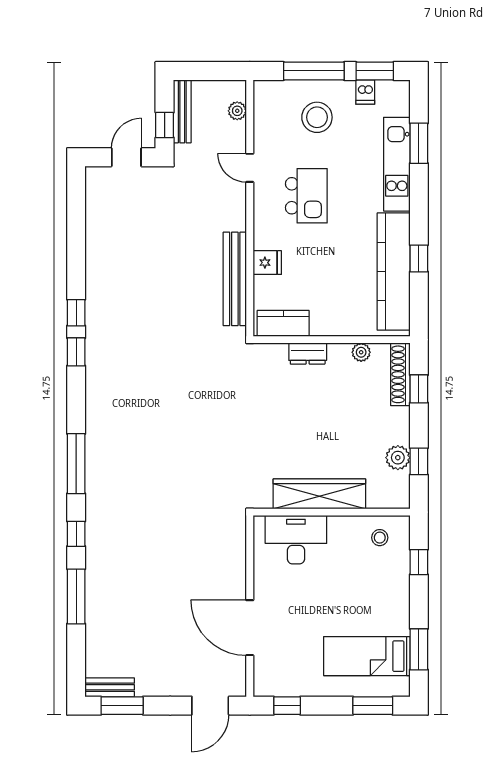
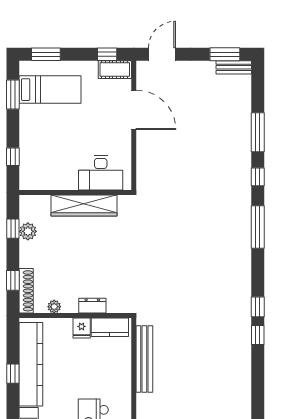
fridge: (267, 263) -> (82, 328), moved, turned -90
stool: (380, 538) -> (41, 174), removed
cot: (276, 684) -> (115, 70), added

